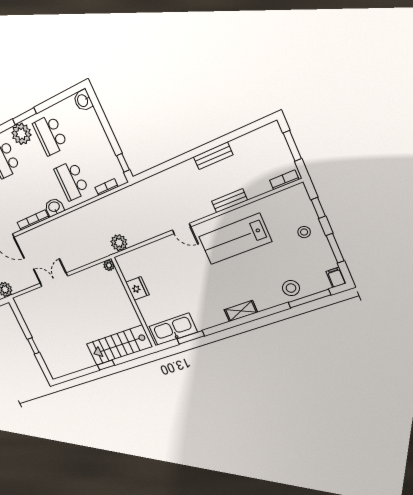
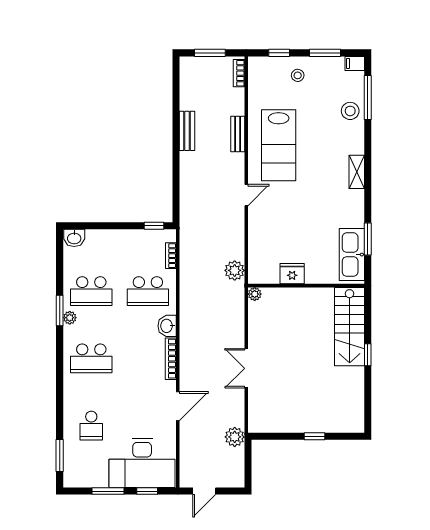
plant: (21, 134) -> (70, 318), width x0.53, depth x0.53

